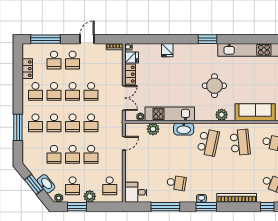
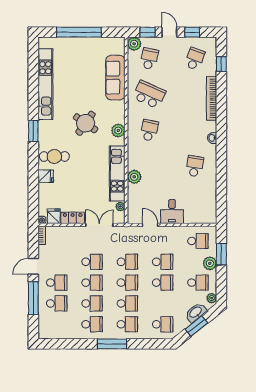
window: (46, 39) -> (33, 298), moved
door: (87, 39) -> (33, 266), hinge flipped
cafe table: (185, 58) -> (54, 157), added
locker: (27, 69) -> (66, 333), removed
round table: (214, 86) -> (86, 123), turned 35
plant: (222, 115) -> (118, 131), moved
window: (18, 127) -> (112, 344), moved
plant: (153, 129) -> (134, 177), moved
washbasin: (184, 129) -> (134, 158), removed
school desk: (208, 142) -> (149, 130), width x0.54
school desk: (240, 142) -> (149, 95), turned 30
school desk: (54, 154) -> (163, 324), moved
desk: (136, 192) -> (172, 212), moved
window: (77, 207) -> (221, 254), moved
window: (165, 207) -> (221, 178), removed
window: (206, 207) -> (221, 133), removed

